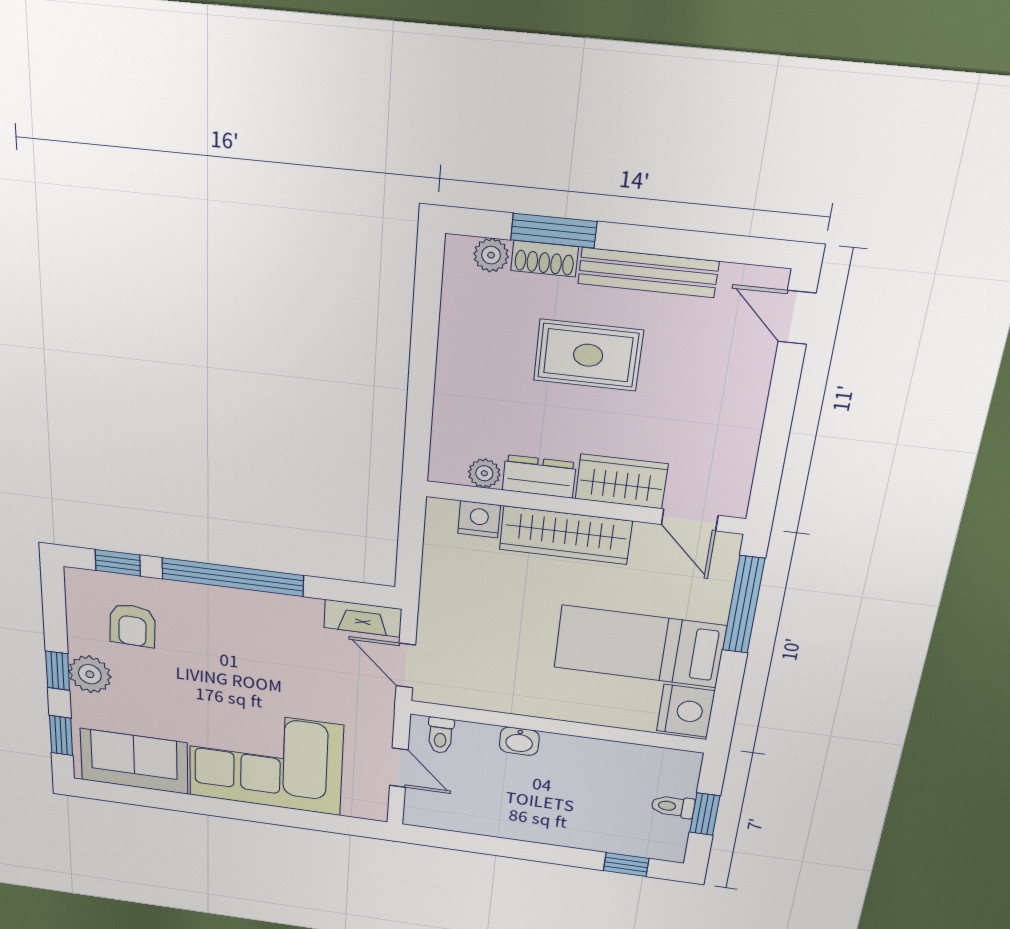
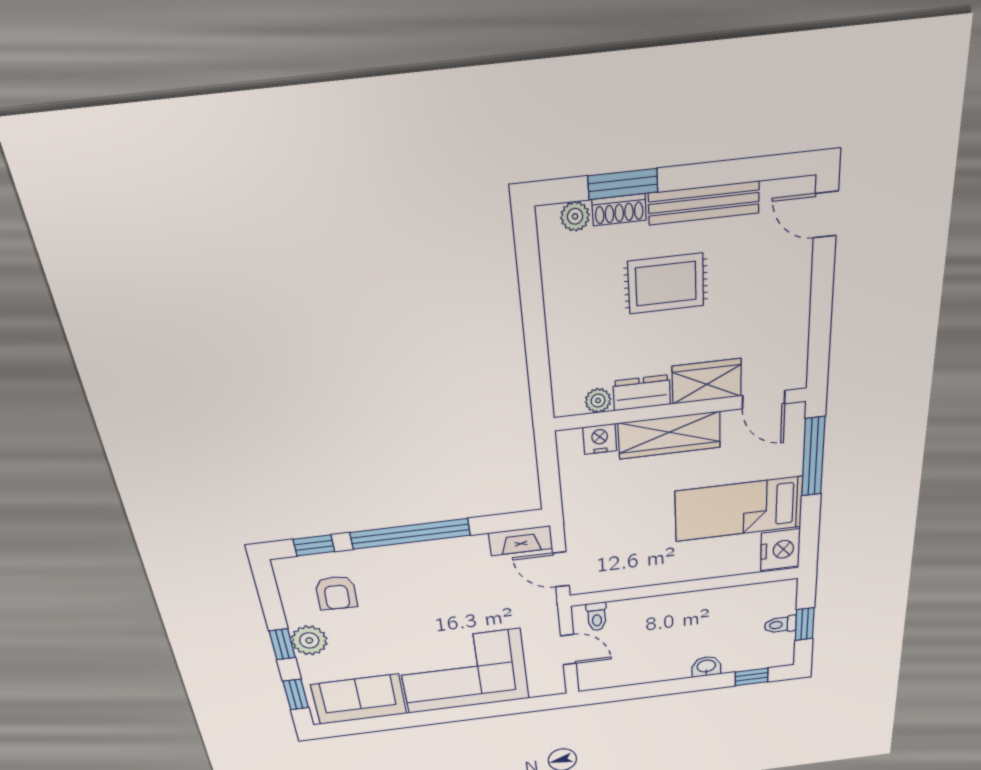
washbasin: (519, 741) -> (706, 667), moved, turned 180

